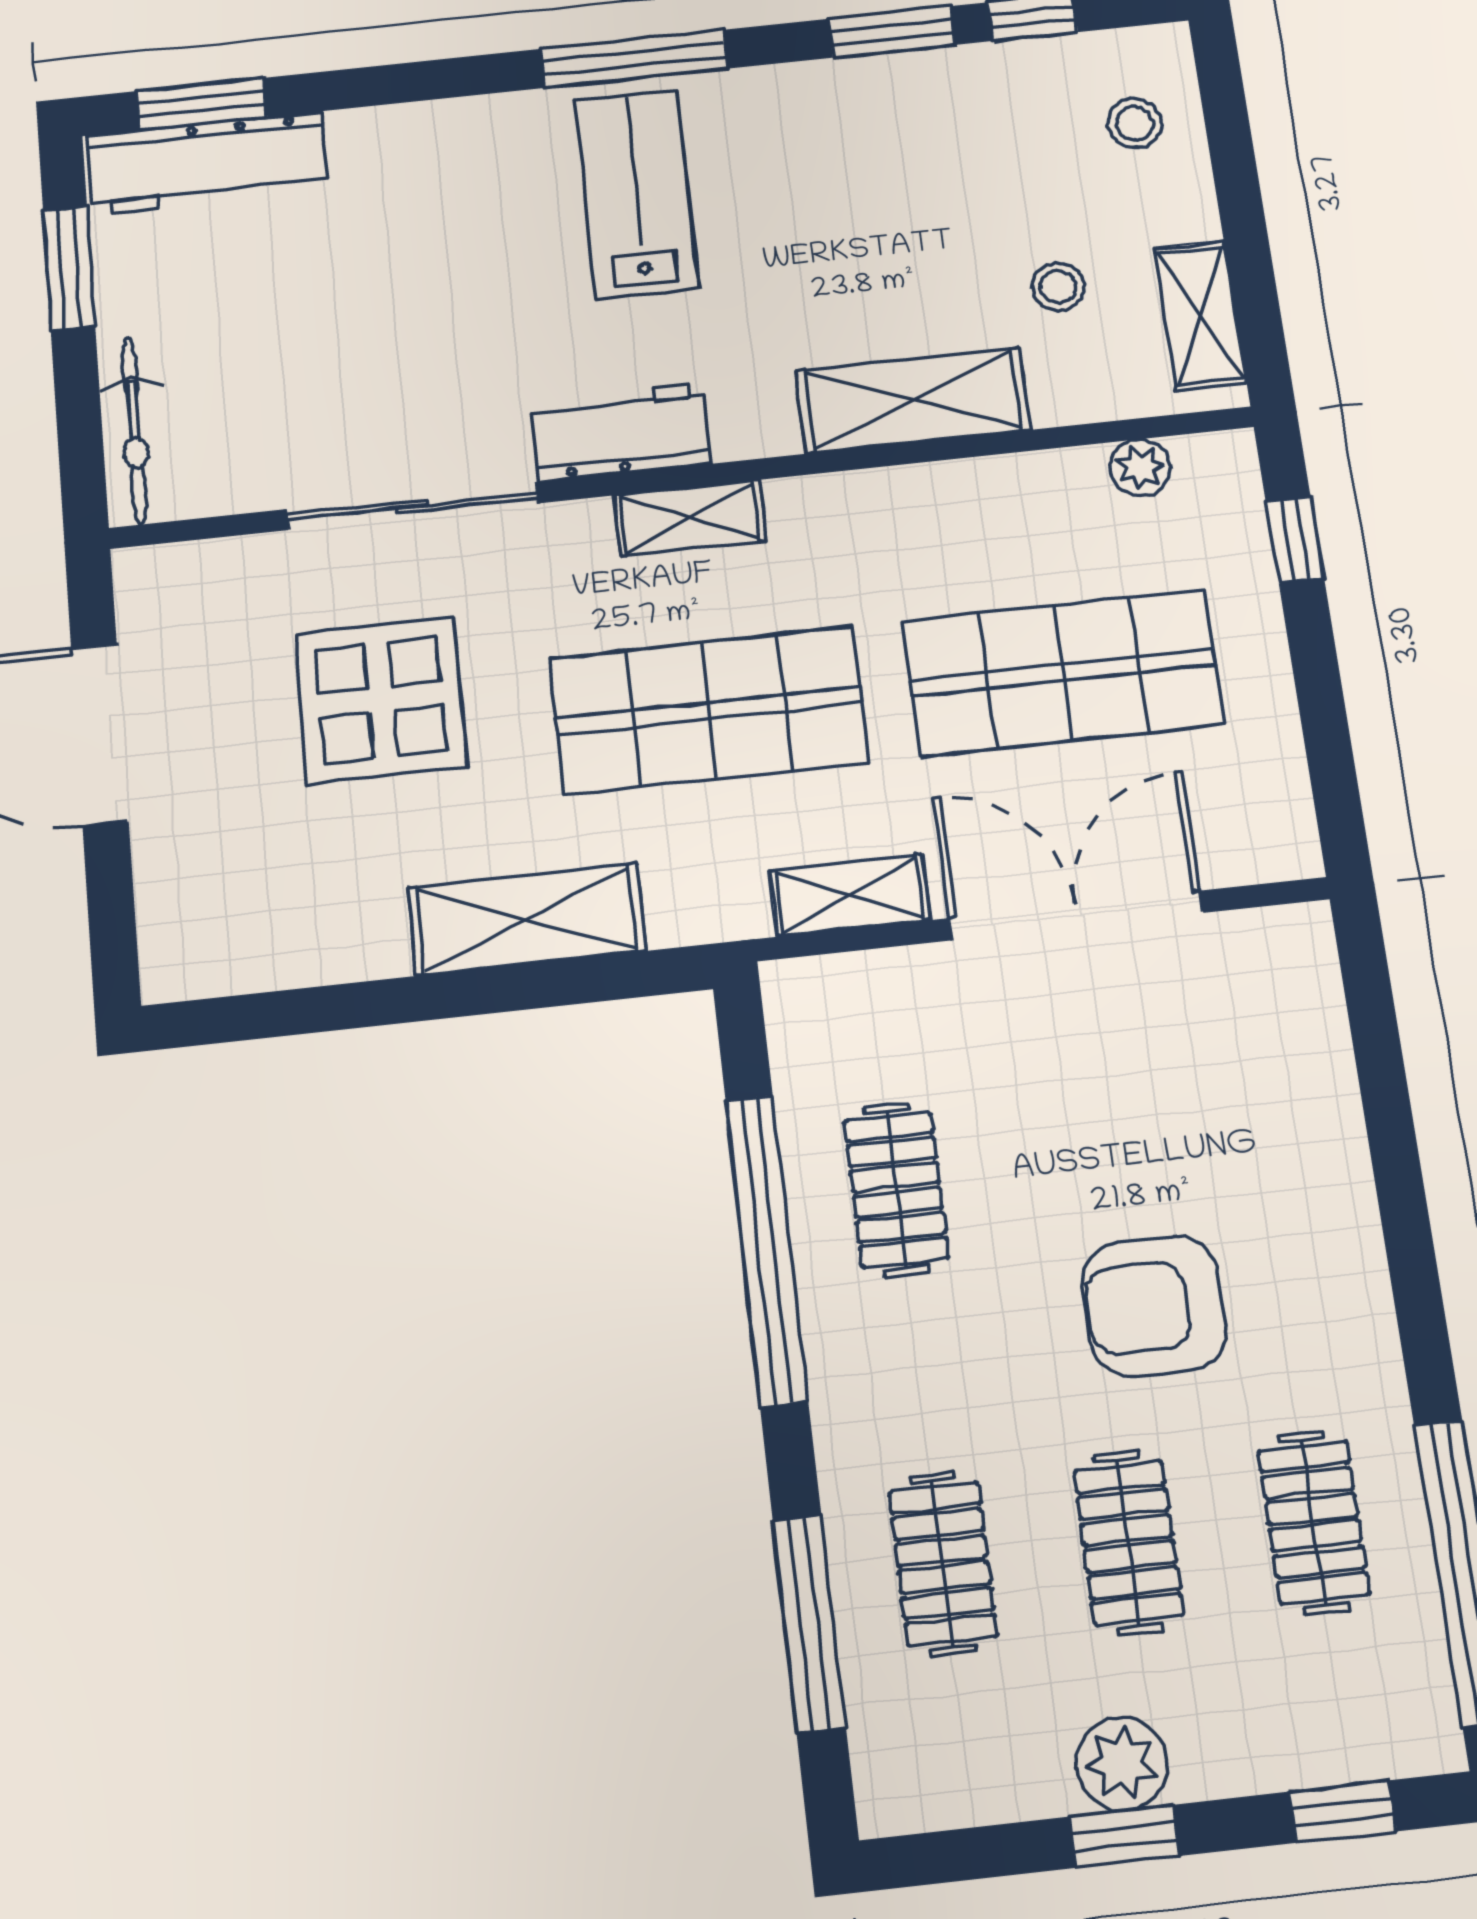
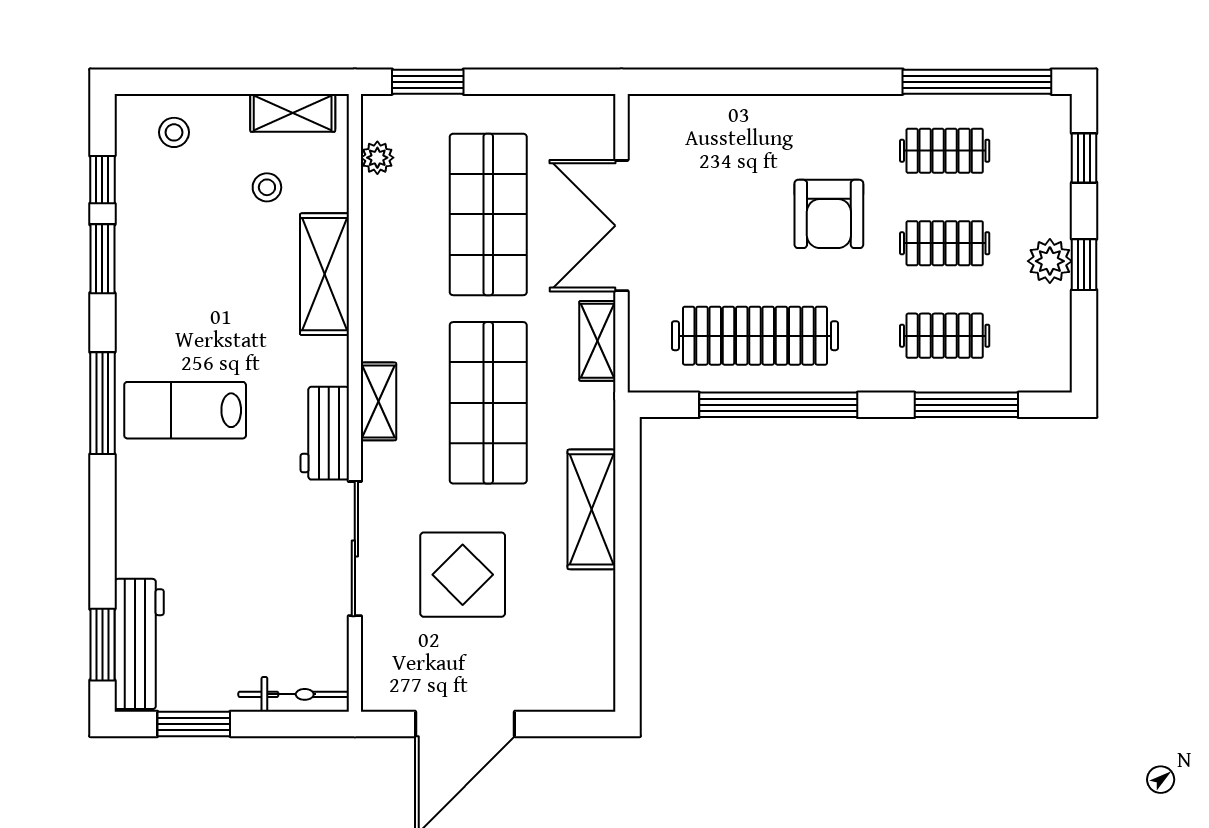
window: (1295, 540) -> (428, 82), width x1.50
clothes rail: (896, 1190) -> (755, 336), width x1.86, depth x1.31

